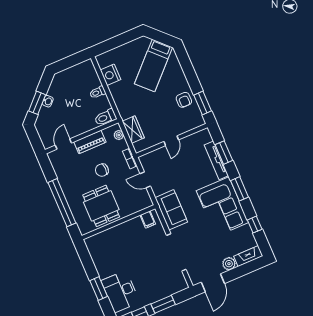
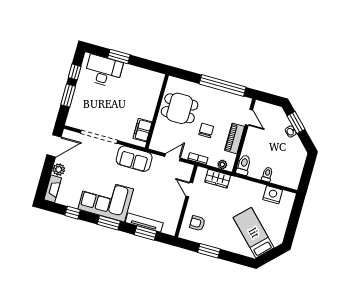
armchair: (184, 100) -> (197, 223), moved
window: (203, 103) -> (209, 251), moved
door: (171, 141) -> (189, 190), moved
window: (62, 203) -> (223, 85), moved
filing cabinet: (148, 220) -> (142, 130), width x2.00
door: (213, 283) -> (54, 146), swing flipped

